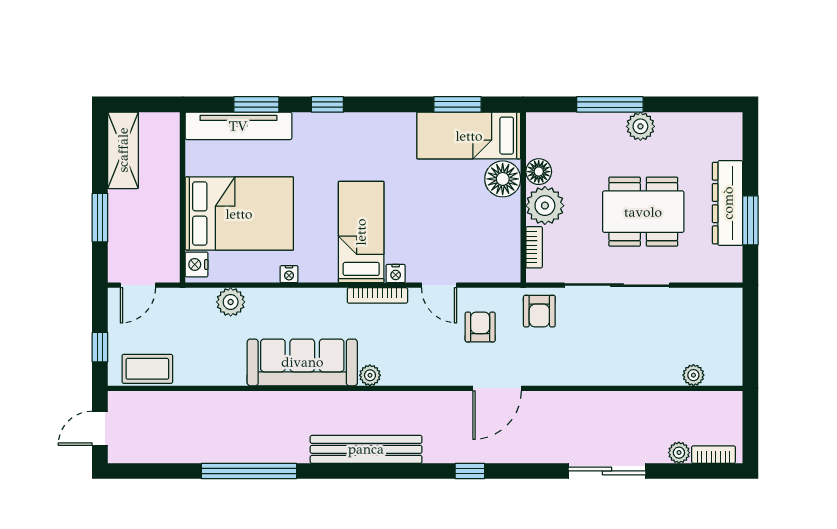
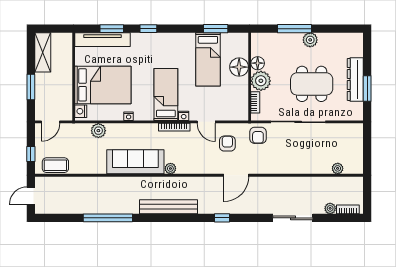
bed: (469, 136) -> (208, 59), moved, turned -90

